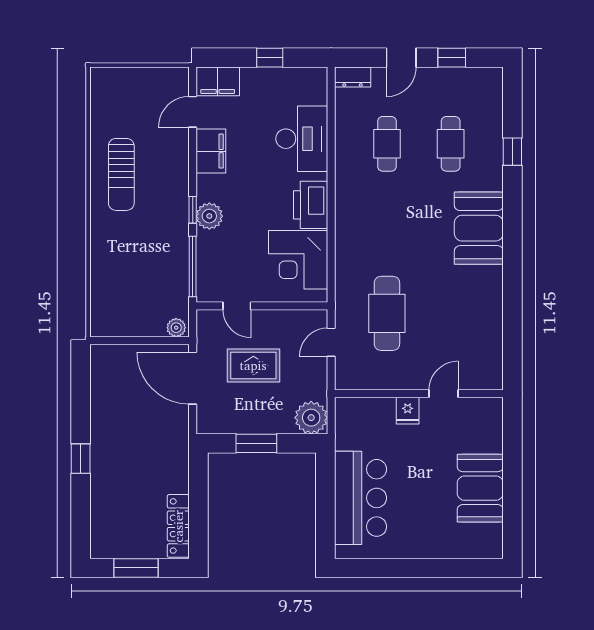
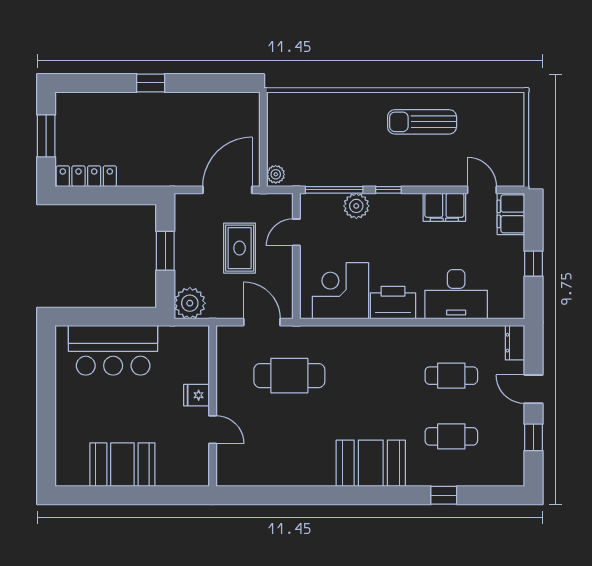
plant: (209, 216) -> (356, 206), moved
door: (331, 342) -> (262, 322), width x1.38

